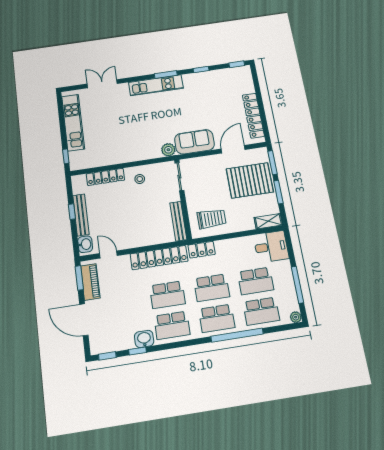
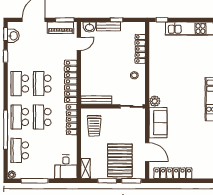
bench: (81, 215) -> (108, 26), width x0.73
locker: (202, 250) -> (72, 120), width x1.53
school desk: (256, 281) -> (42, 150), removed
washbasin: (144, 339) -> (13, 36), moved

